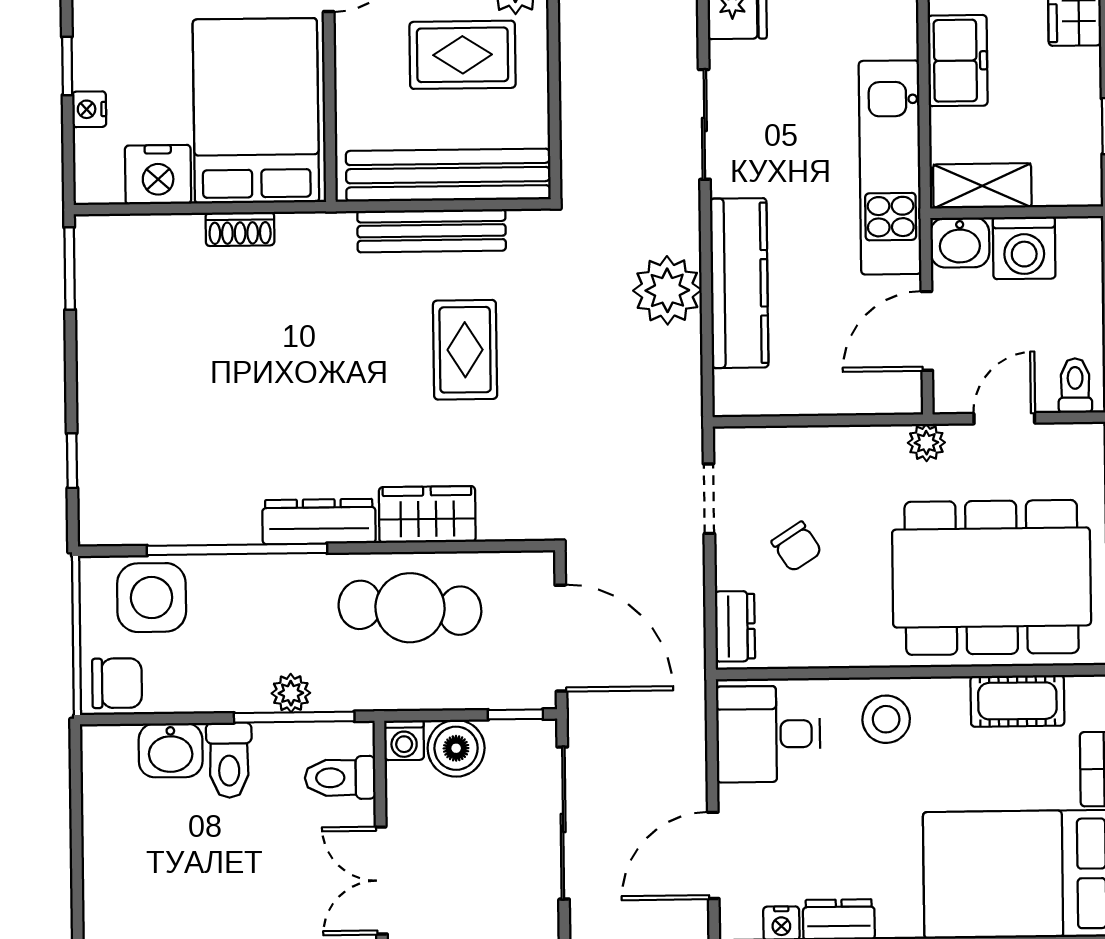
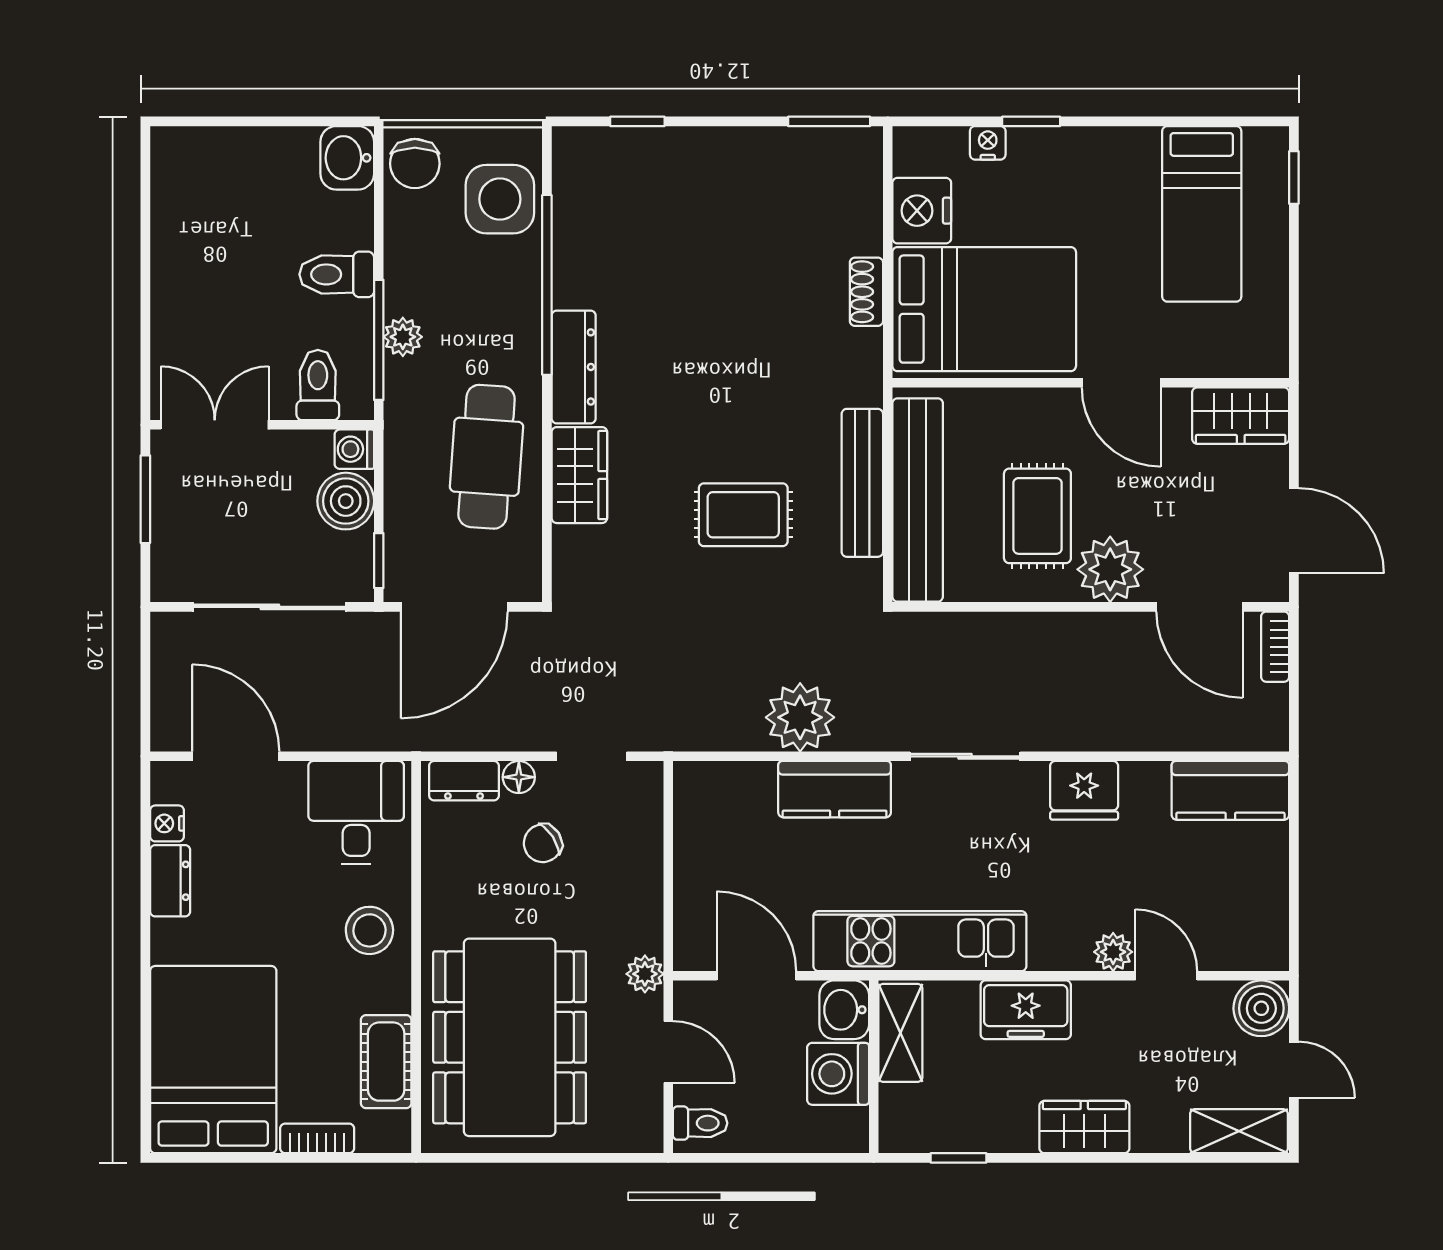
kitchen counter: (739, 283) -> (835, 789), width x0.67
floor lamp: (731, 571) -> (519, 777), added
washbasin: (171, 750) -> (347, 158), moved

